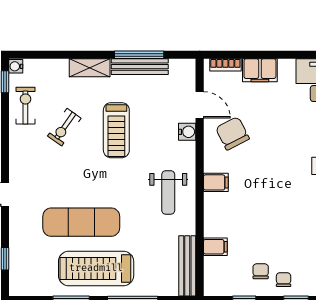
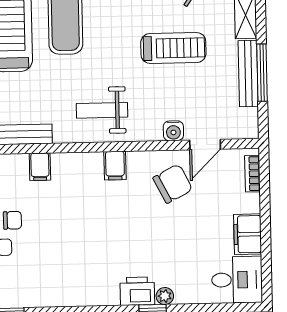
filing cabinet: (260, 70) -> (248, 234), moved
treadmill: (116, 130) -> (173, 48), turned 180

